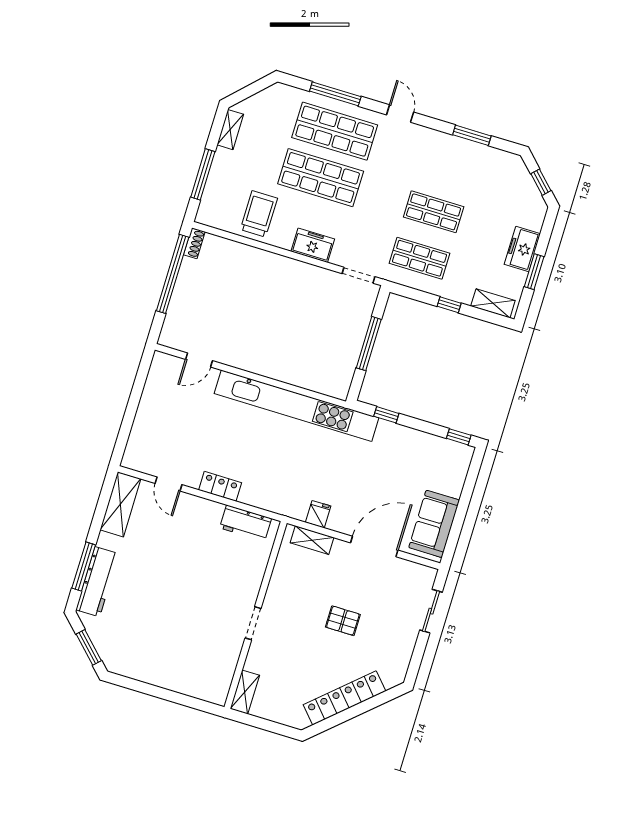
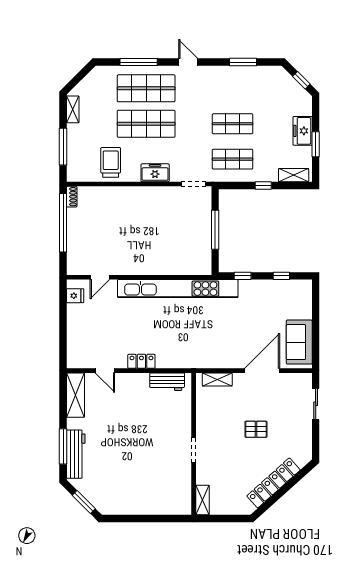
window: (459, 437) -> (281, 276), moved
fridge: (318, 514) -> (75, 296), moved, turned 90

